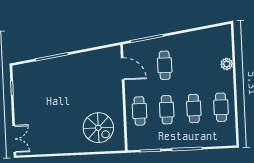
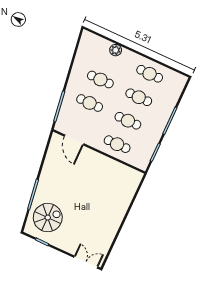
cafe table: (192, 64) -> (100, 80), added
door: (123, 69) -> (74, 140), swing flipped
spiral stairs: (98, 128) -> (48, 218), moved

